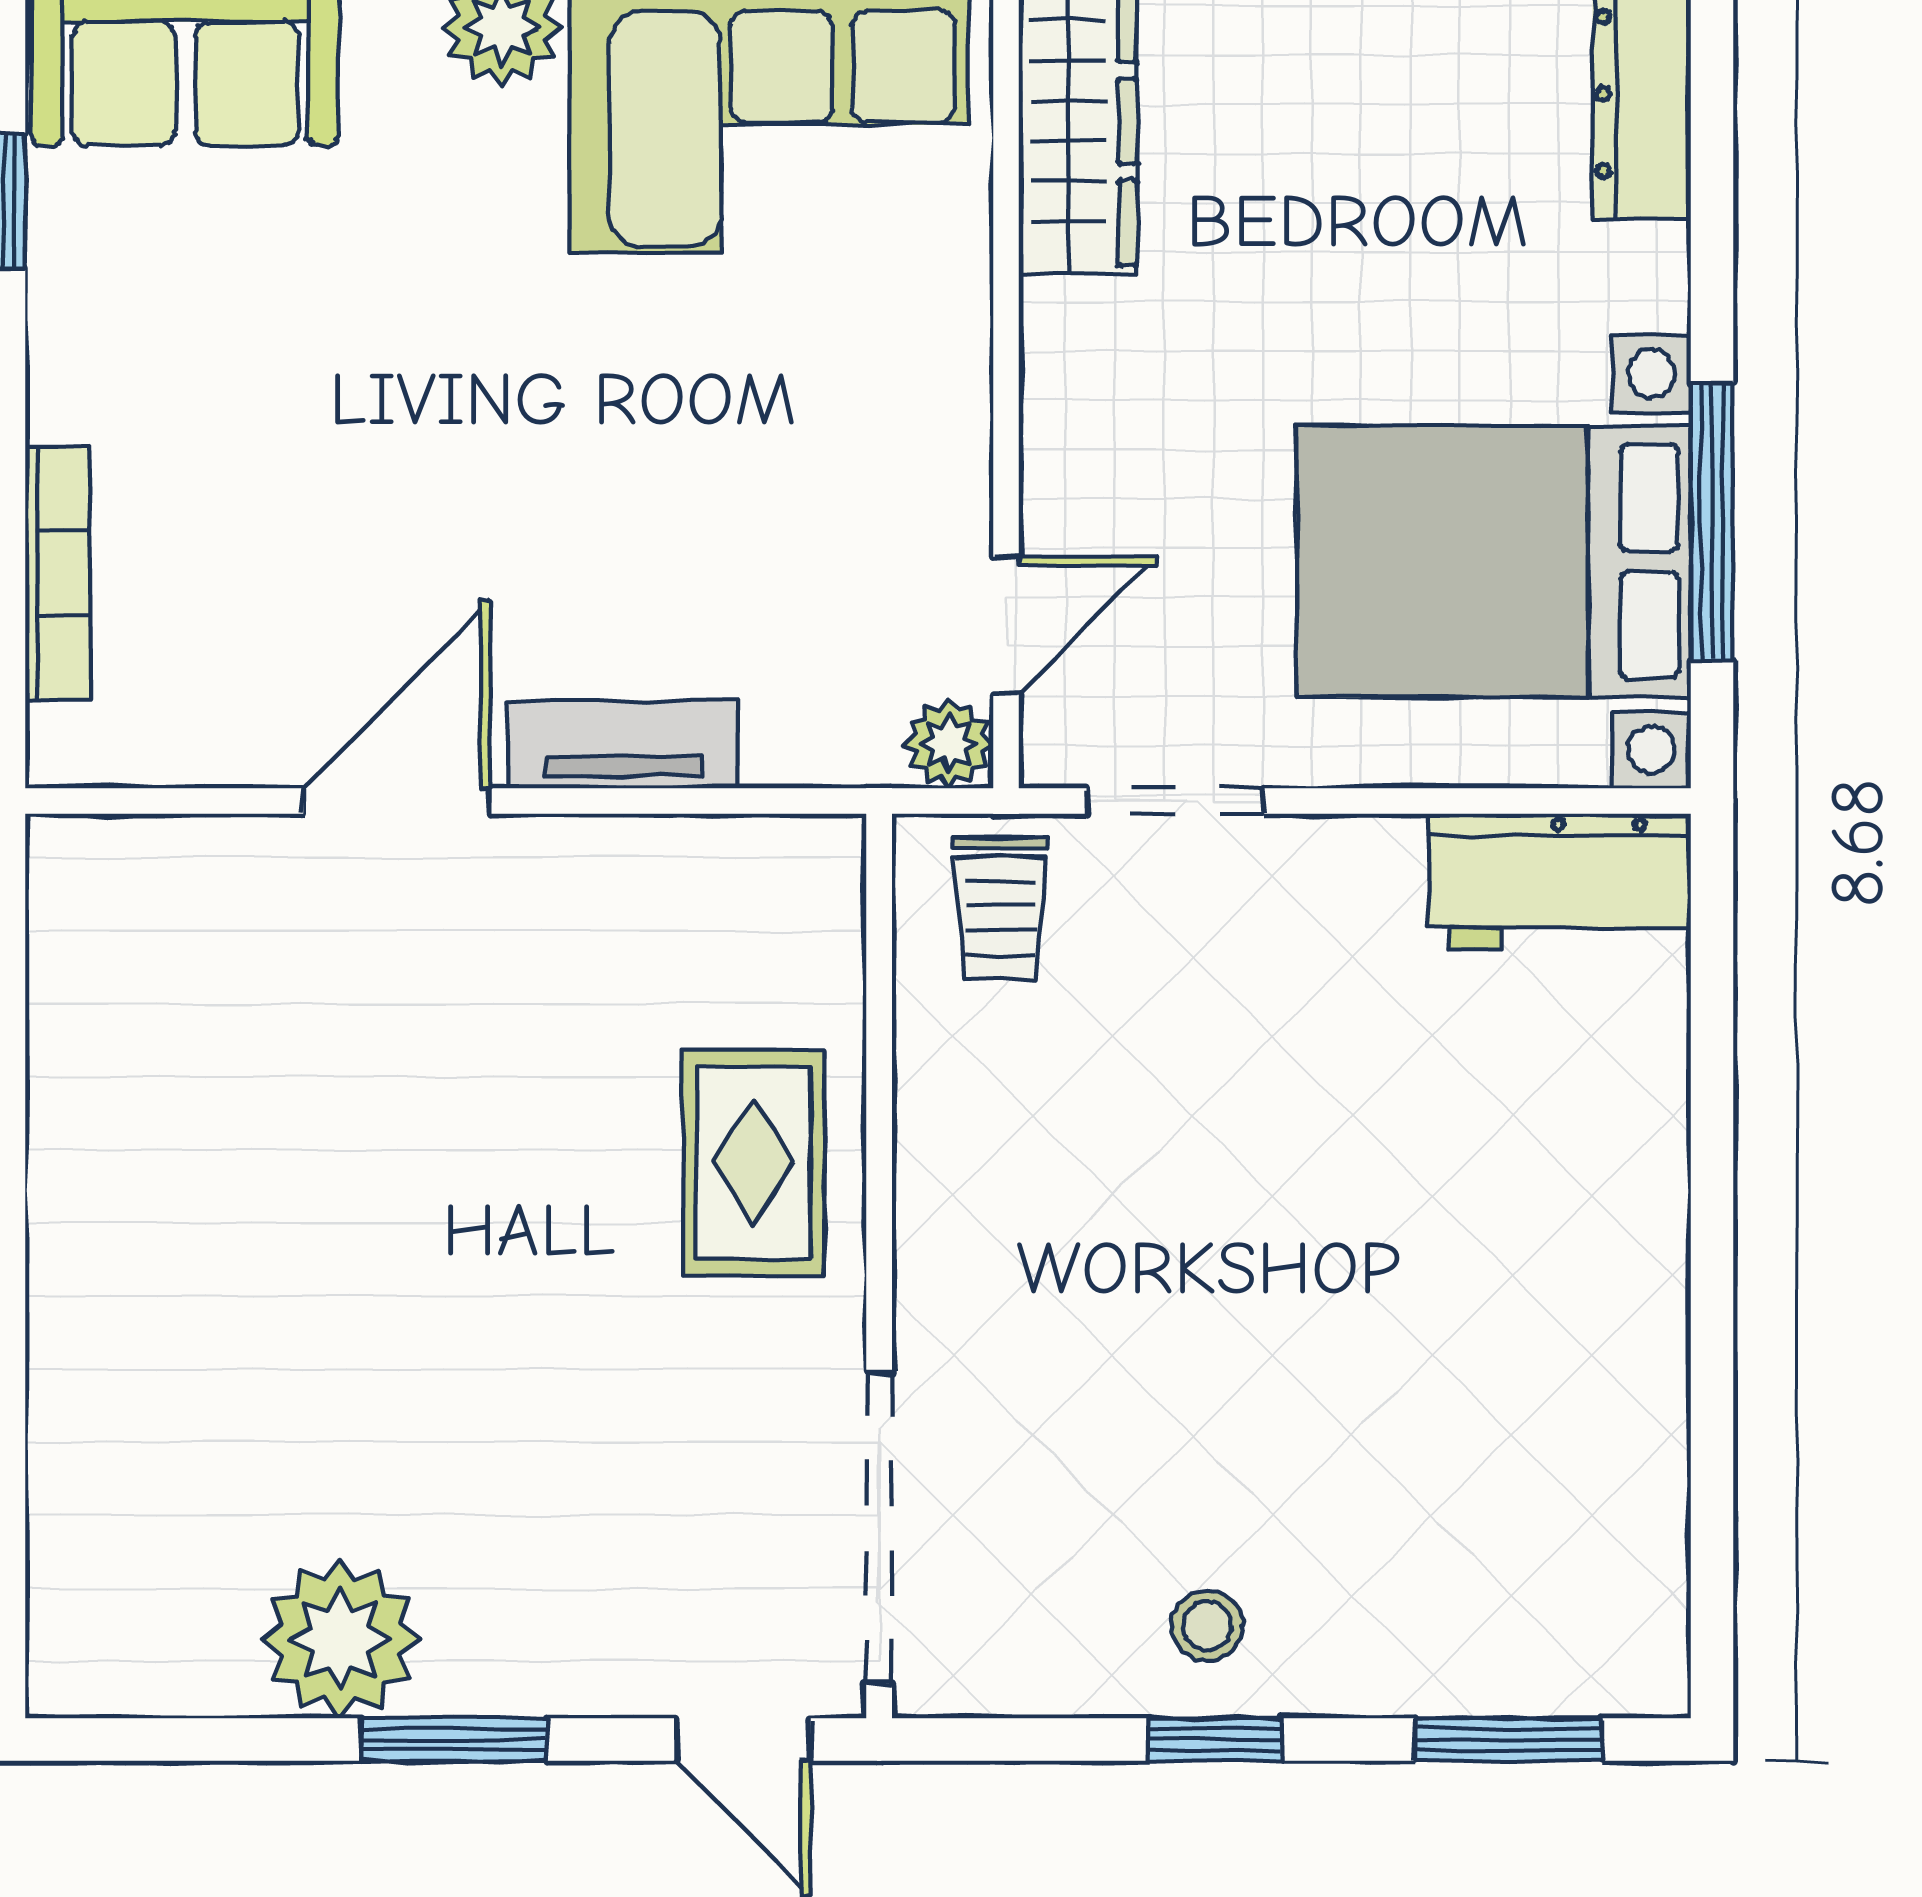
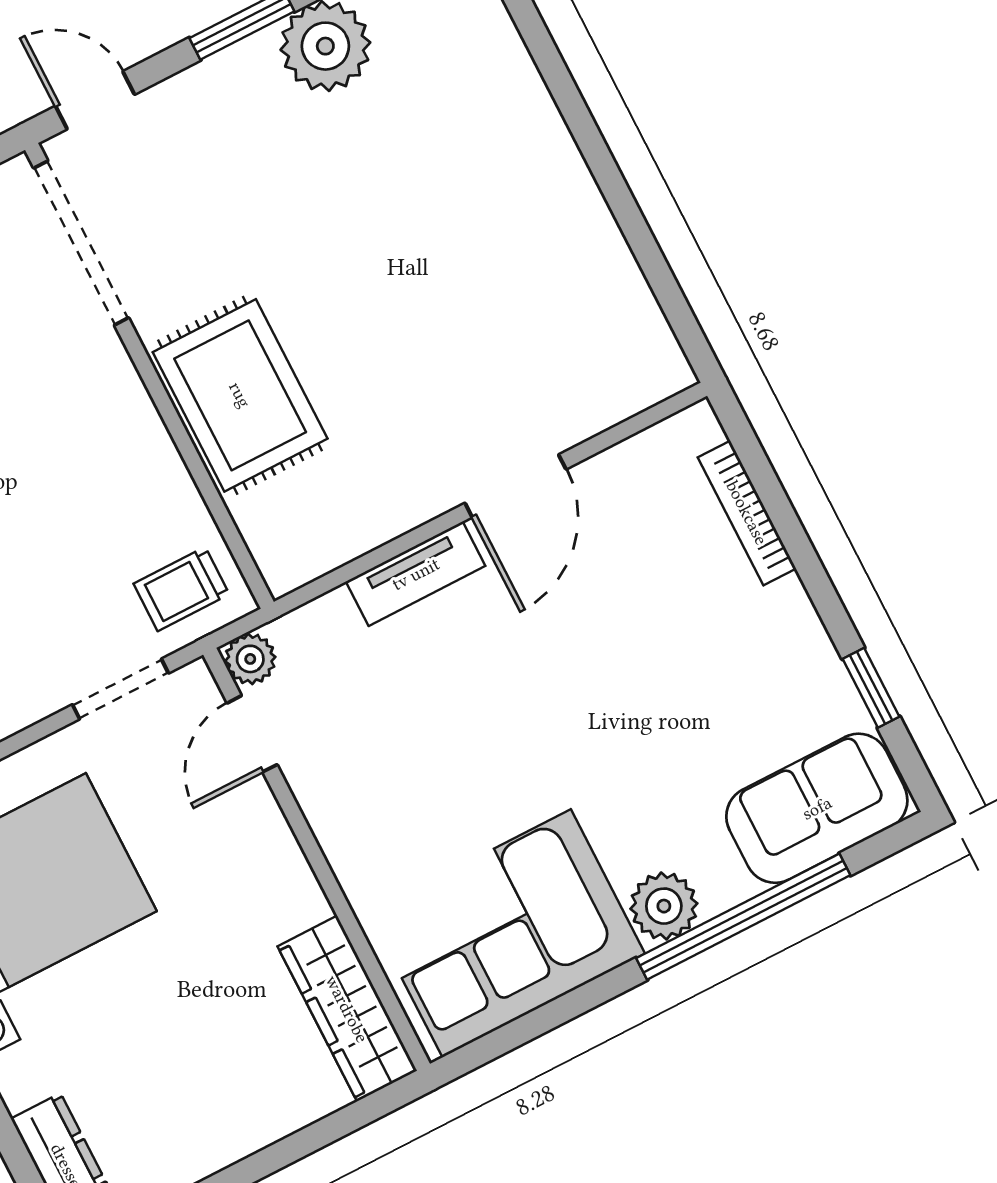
trolley: (1000, 908) -> (181, 589), turned -90
rug: (753, 1163) -> (240, 395), width x1.36, depth x1.43

